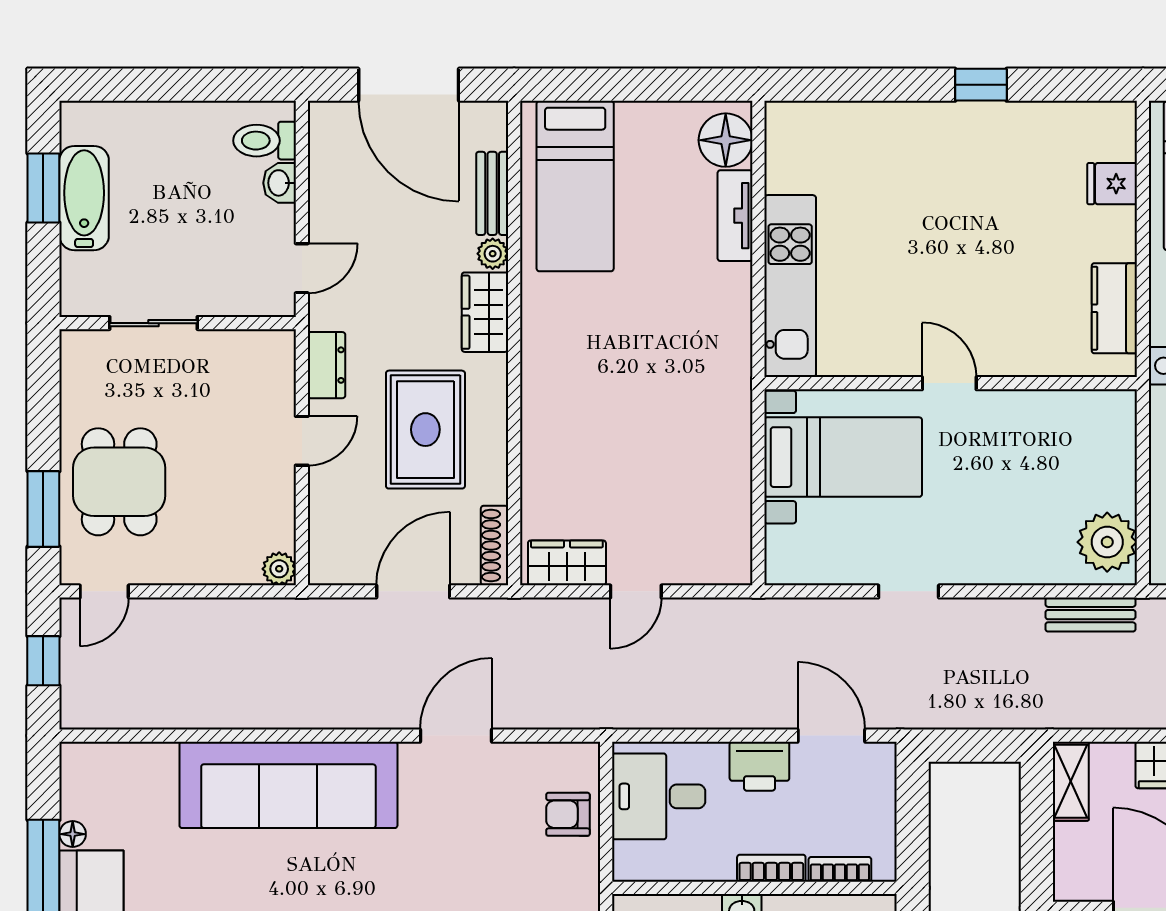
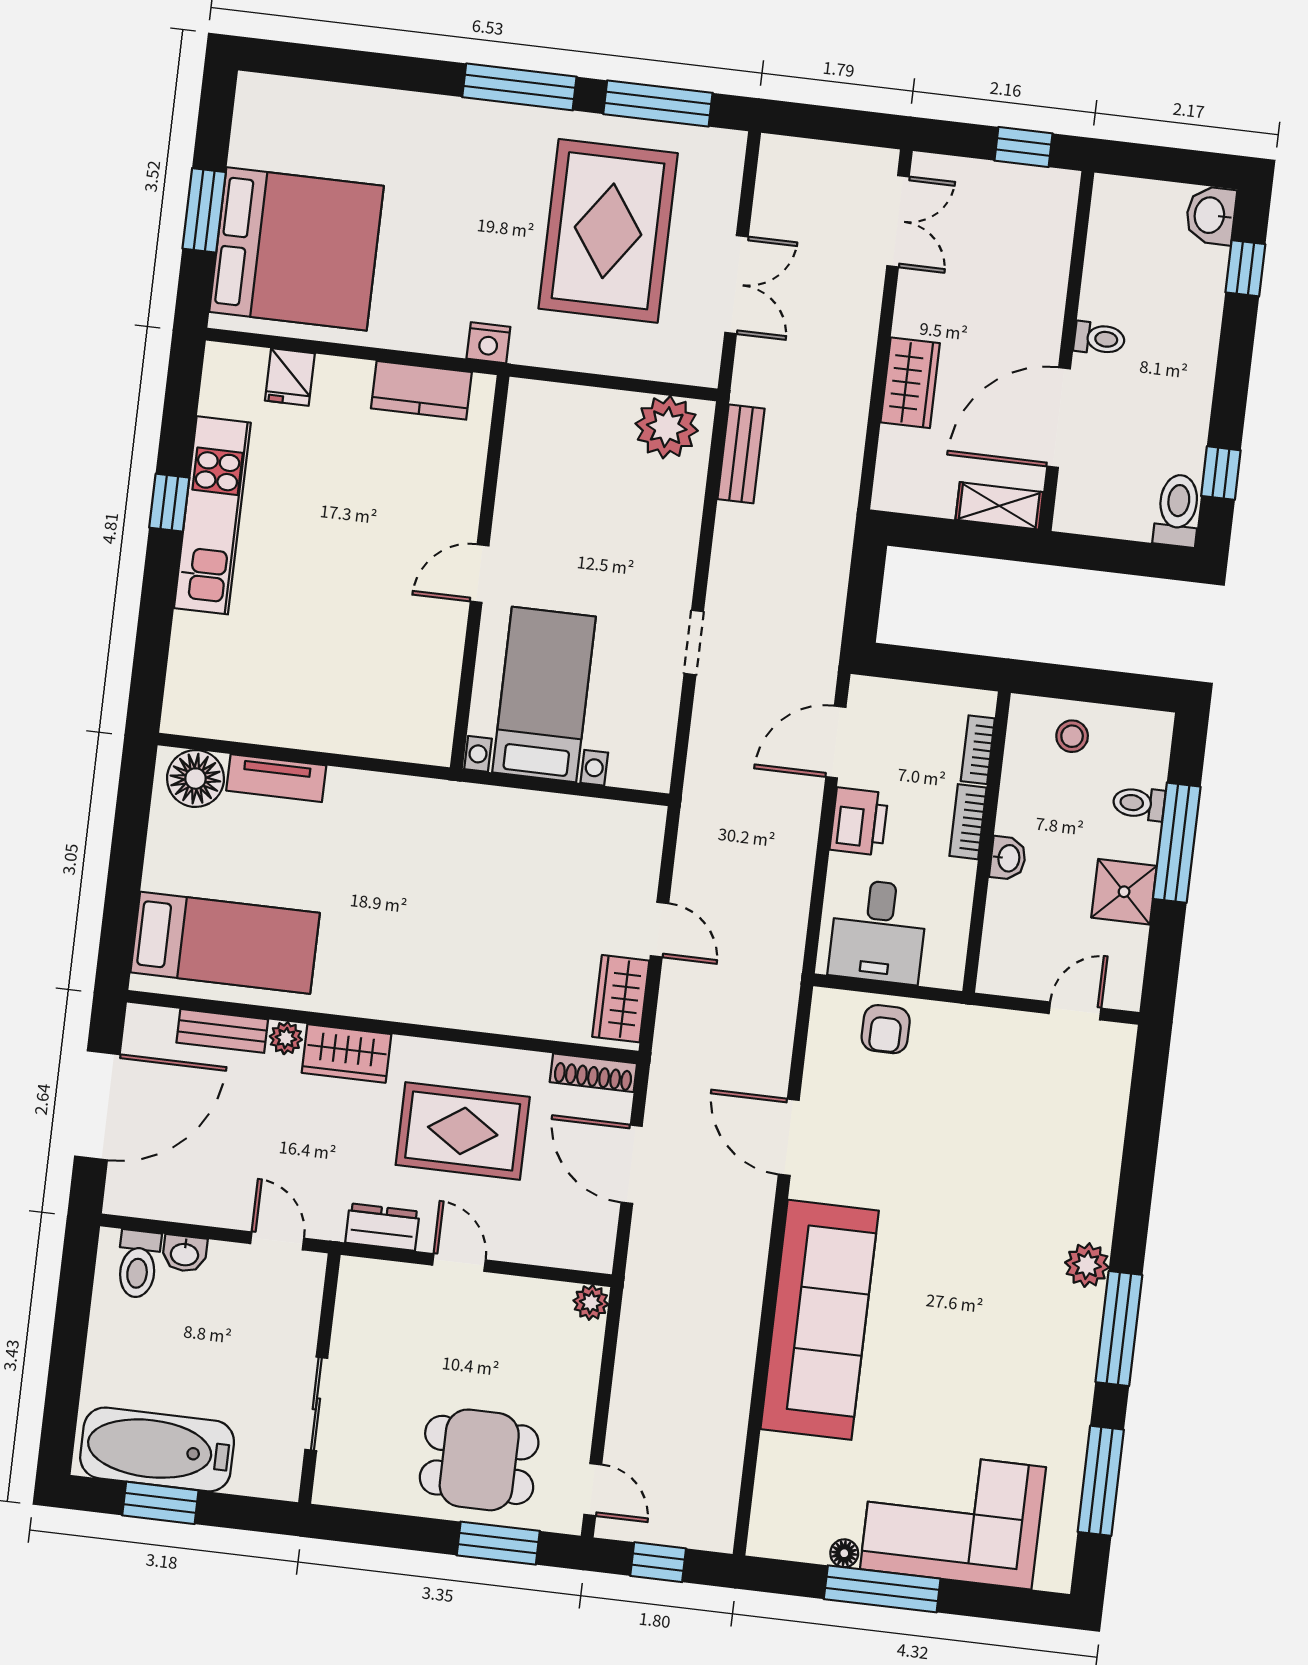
bathtub: (84, 198) -> (157, 1449), width x1.36, depth x1.36
kitchen unit: (790, 286) -> (212, 515), moved, turned 90
shelving: (1071, 781) -> (999, 506), moved

